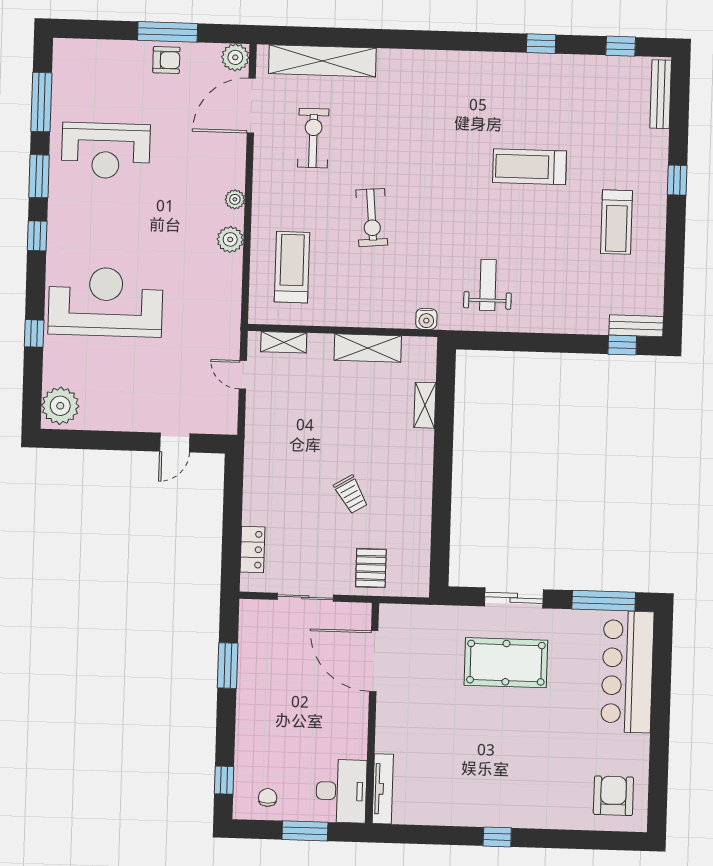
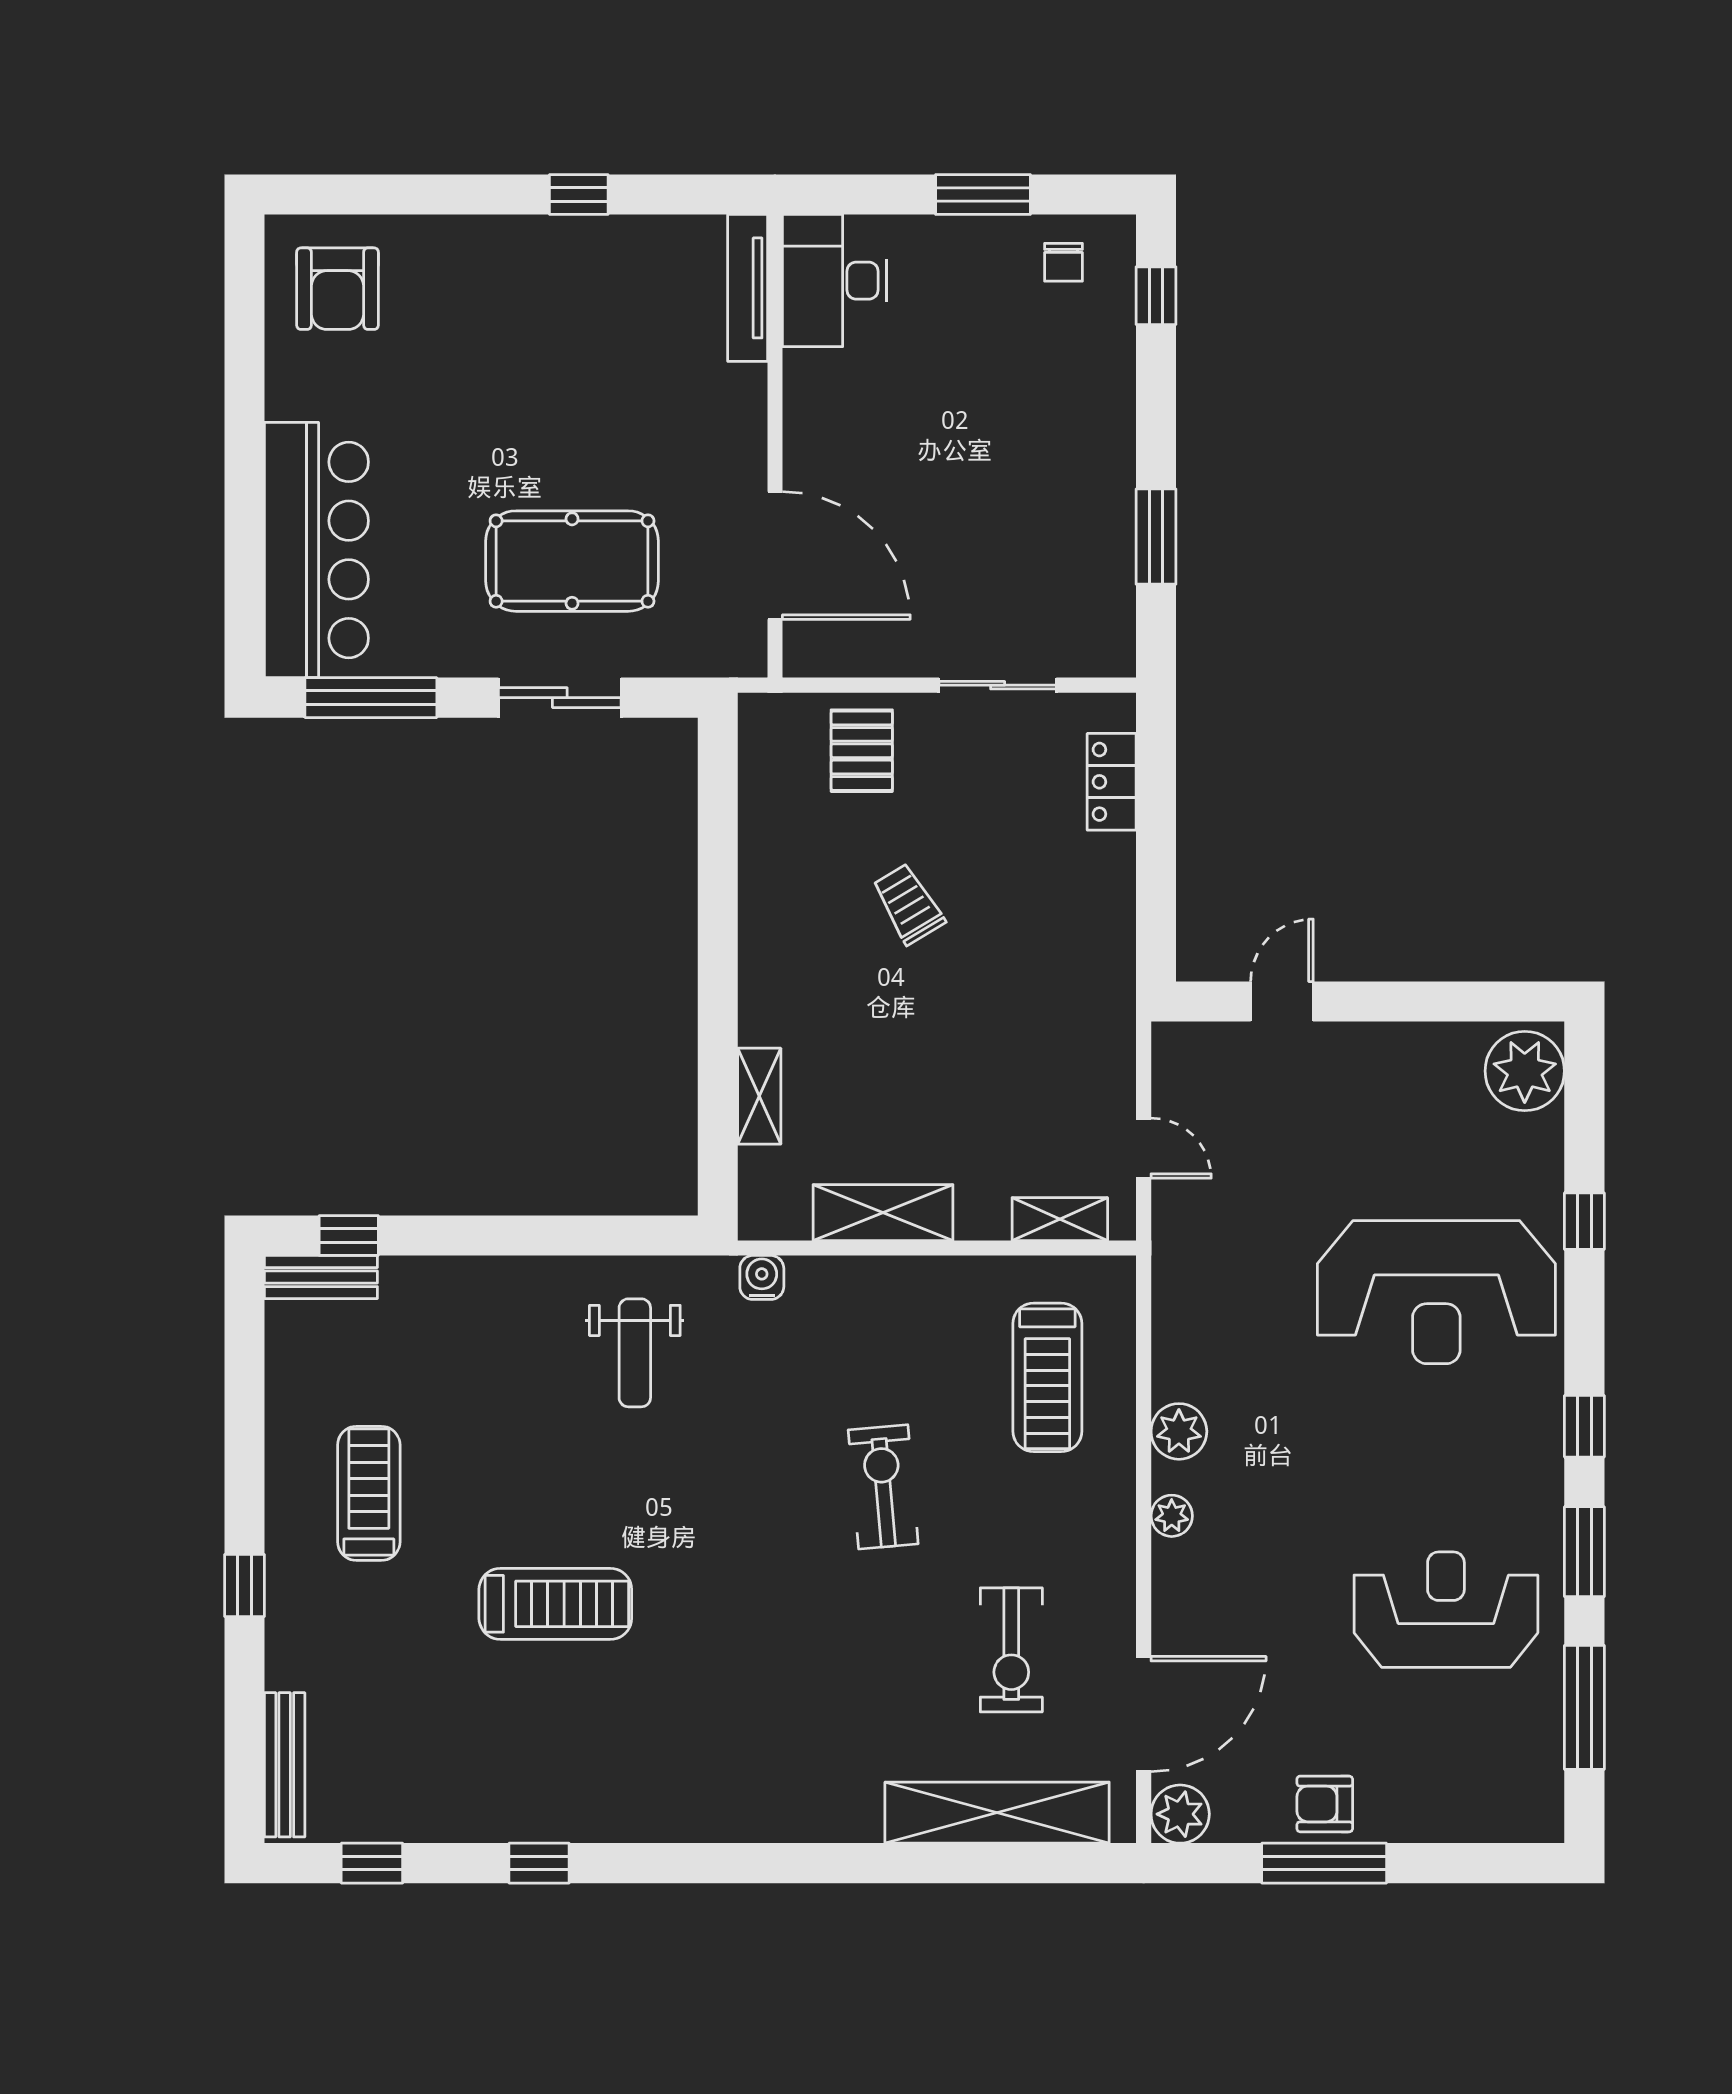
door: (374, 661) -> (775, 555), moved
wall: (372, 713) -> (775, 446), moved
tv unit: (383, 789) -> (748, 288), moved
desk: (341, 791) -> (834, 281), moved

